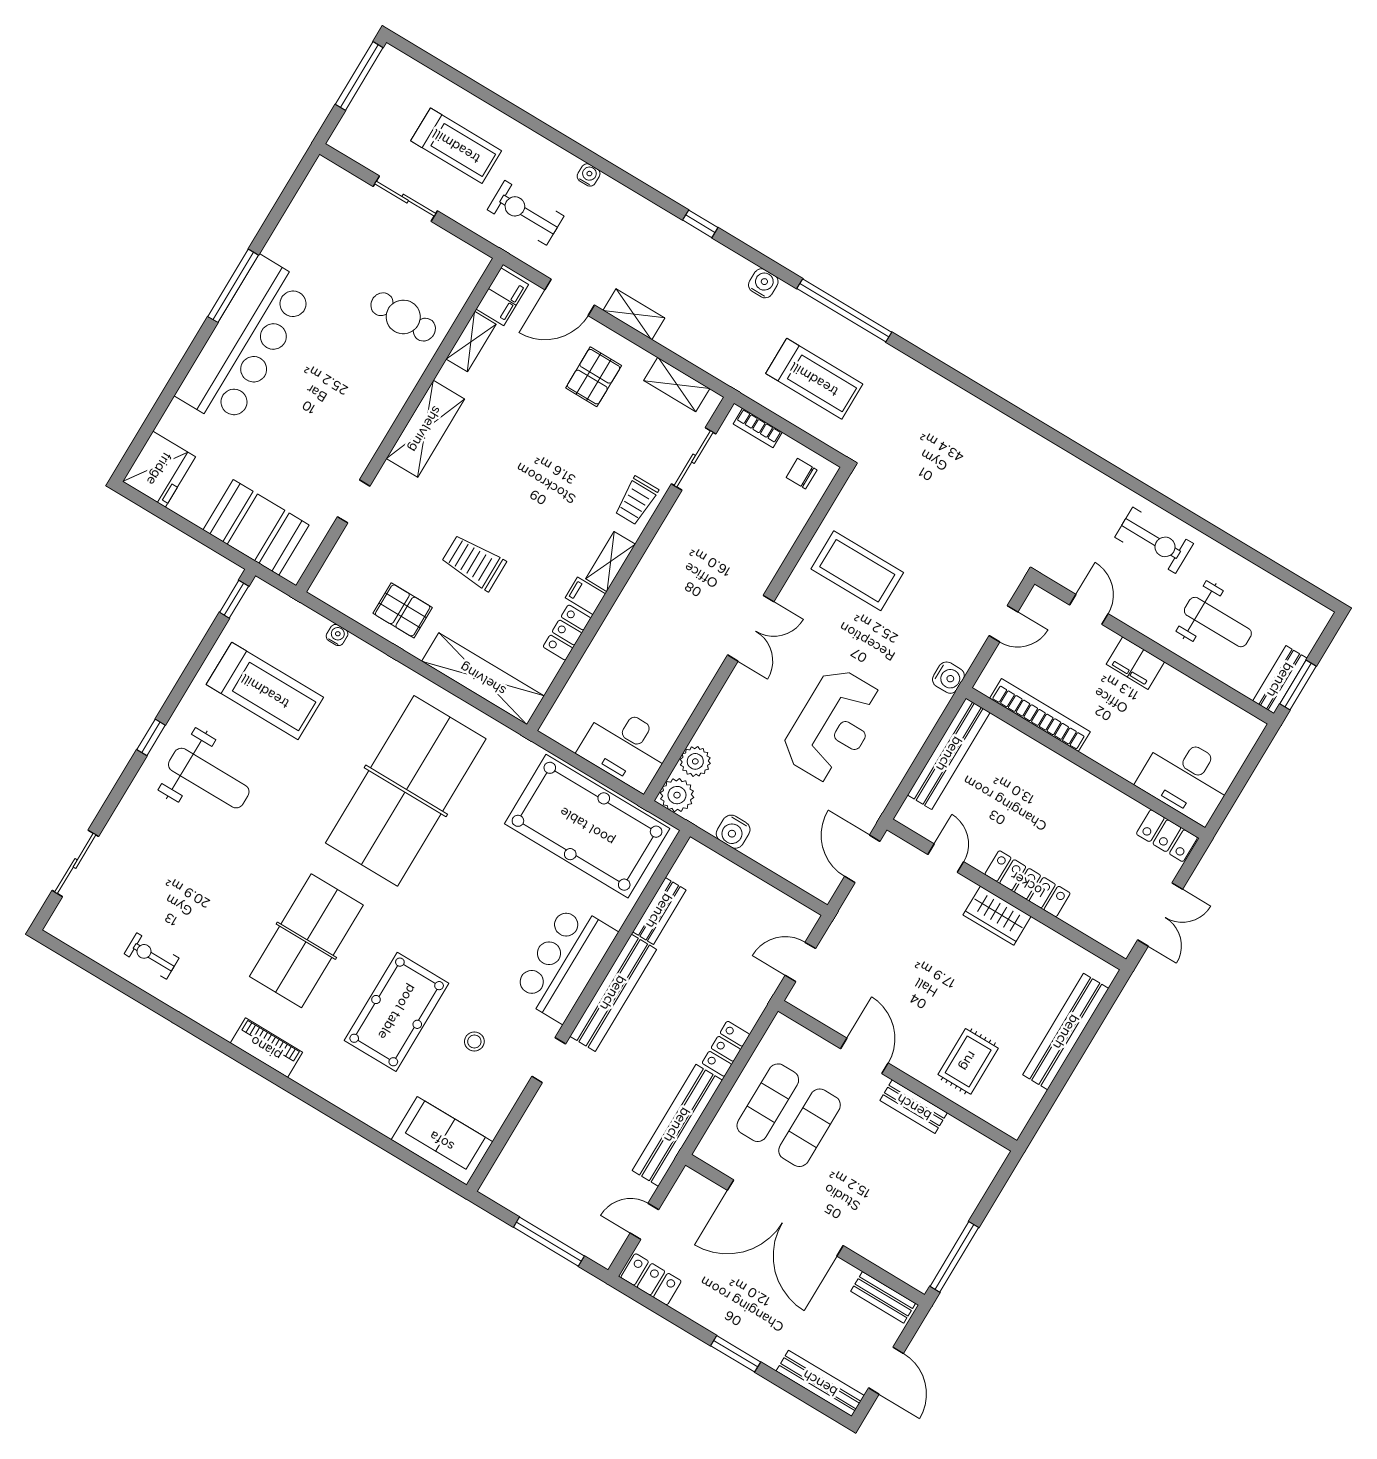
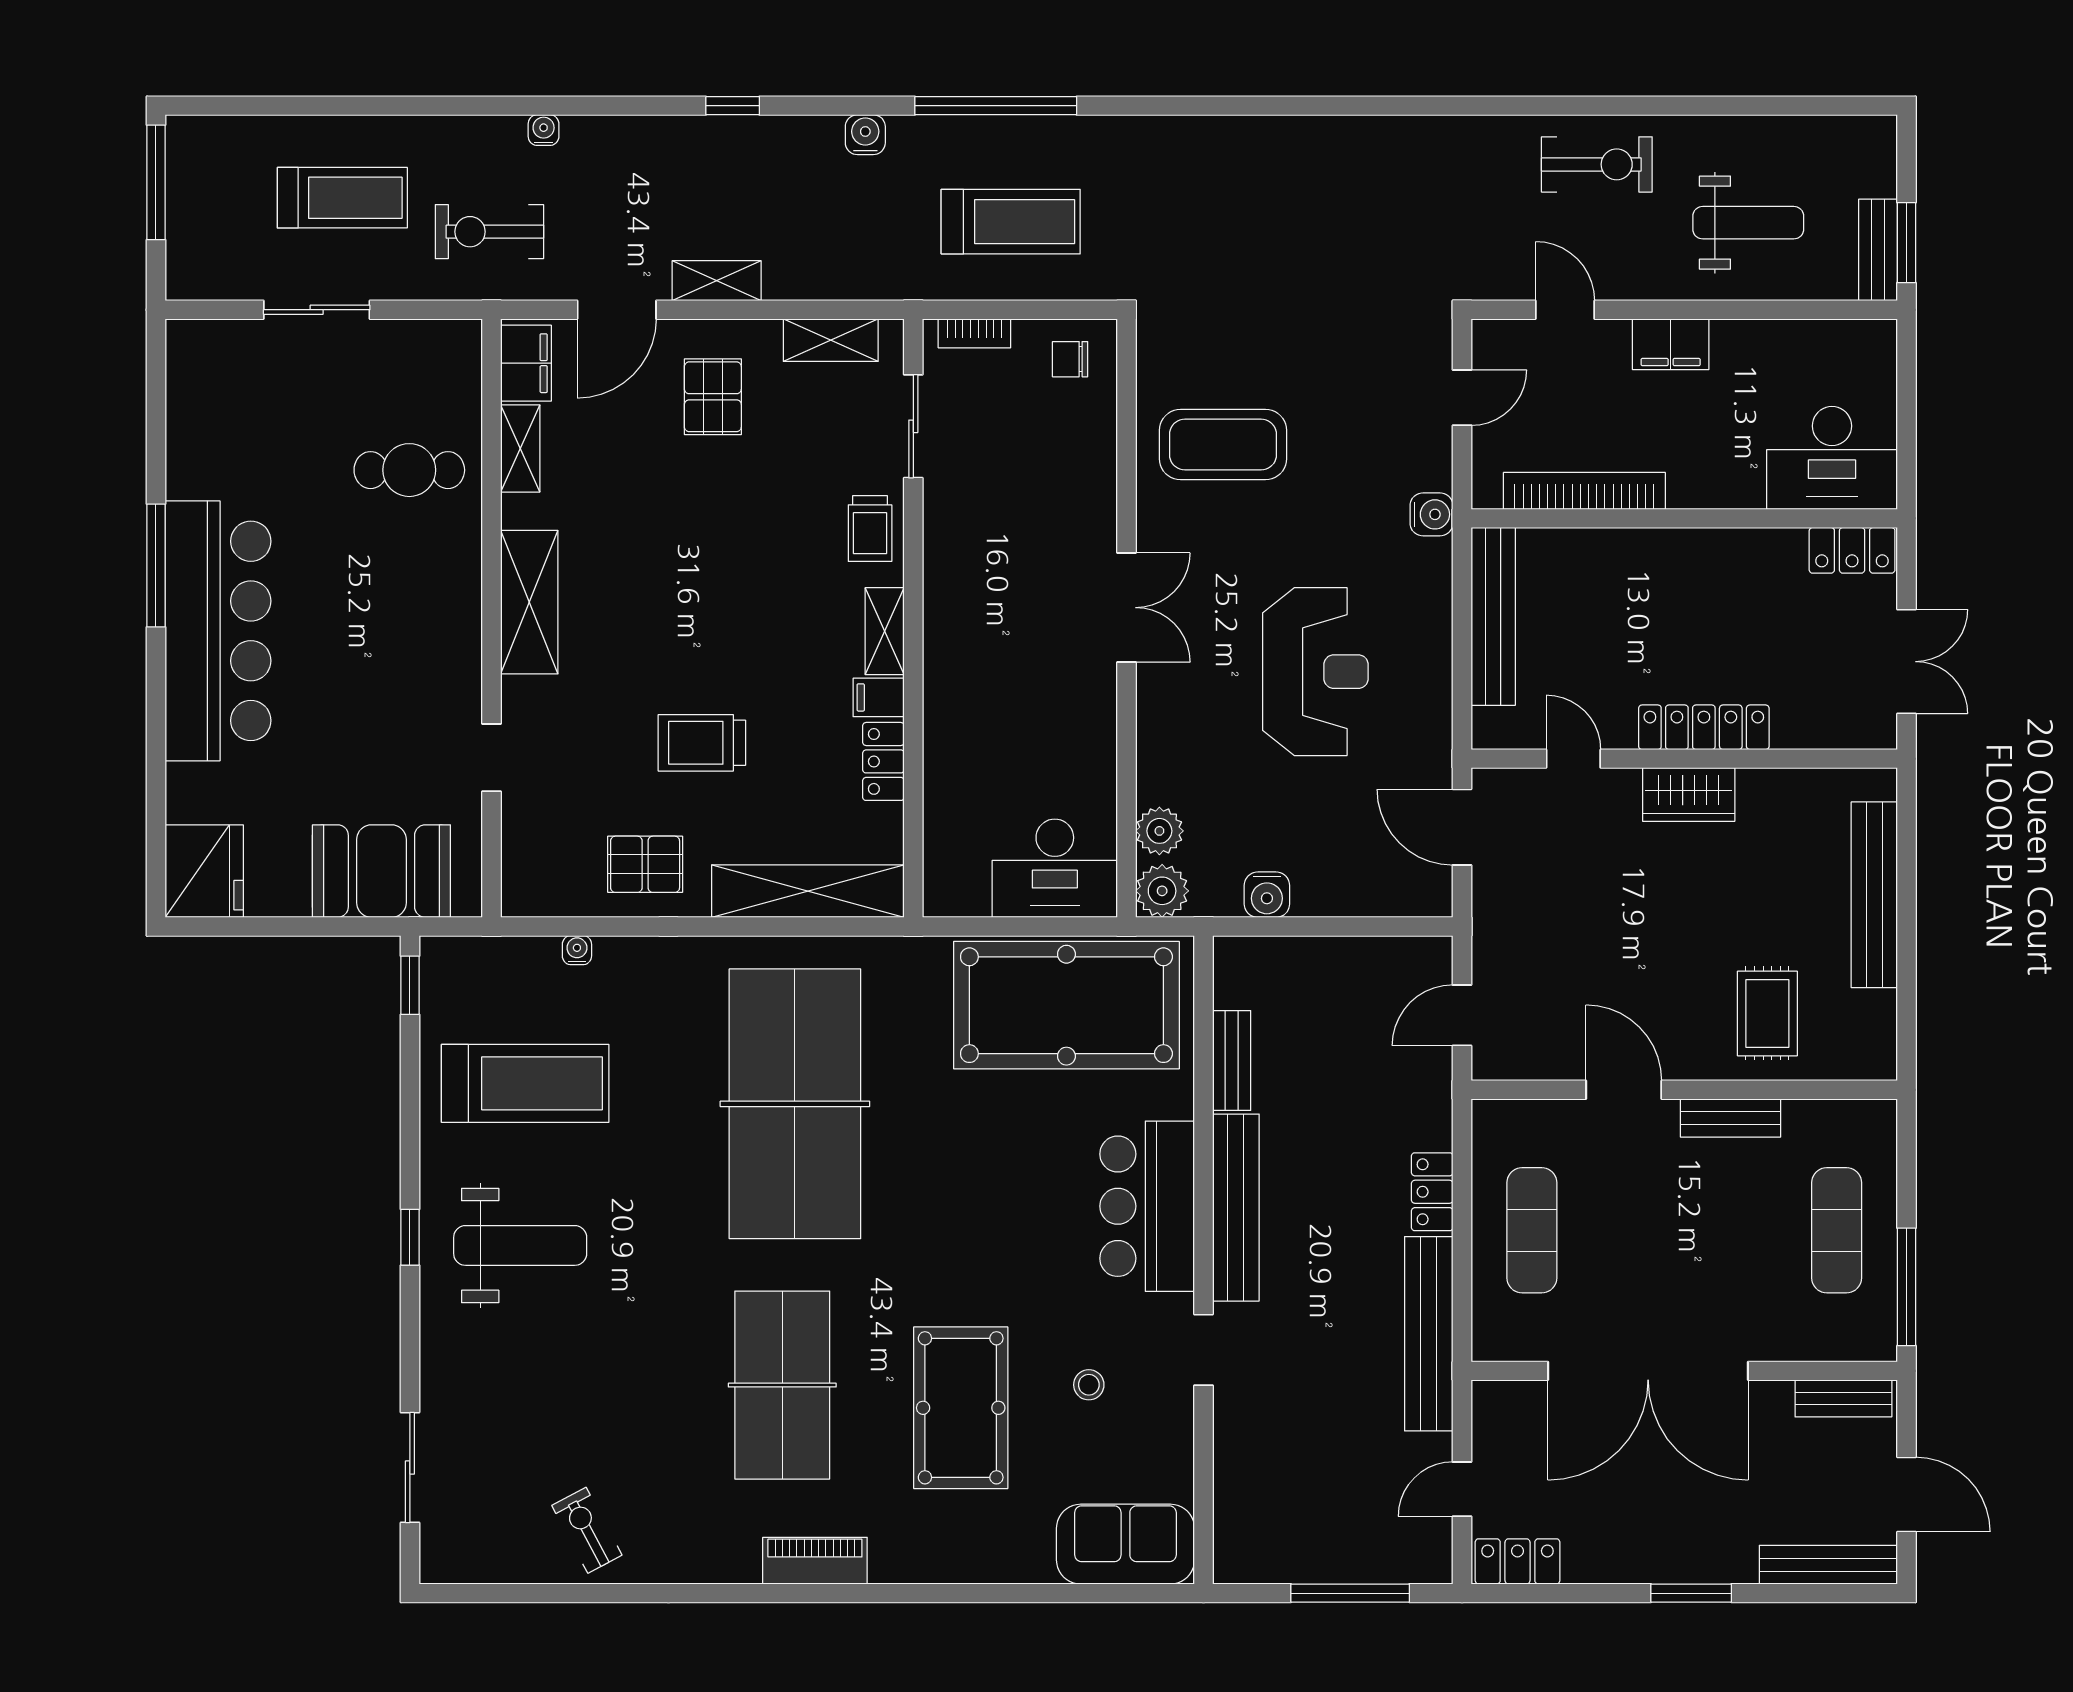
exercise bike: (152, 956) -> (587, 1530), turned 62
exercise mat: (810, 1128) -> (1837, 1230), moved

